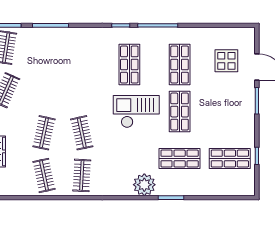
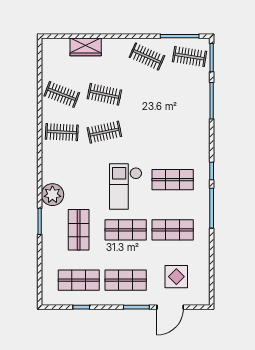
checkout: (136, 112) -> (126, 187), turned 180
shop shelf: (230, 112) -> (126, 280), added
shop shelf: (230, 159) -> (79, 280), turned 90
clothes rail: (44, 175) -> (62, 94), turned 33

